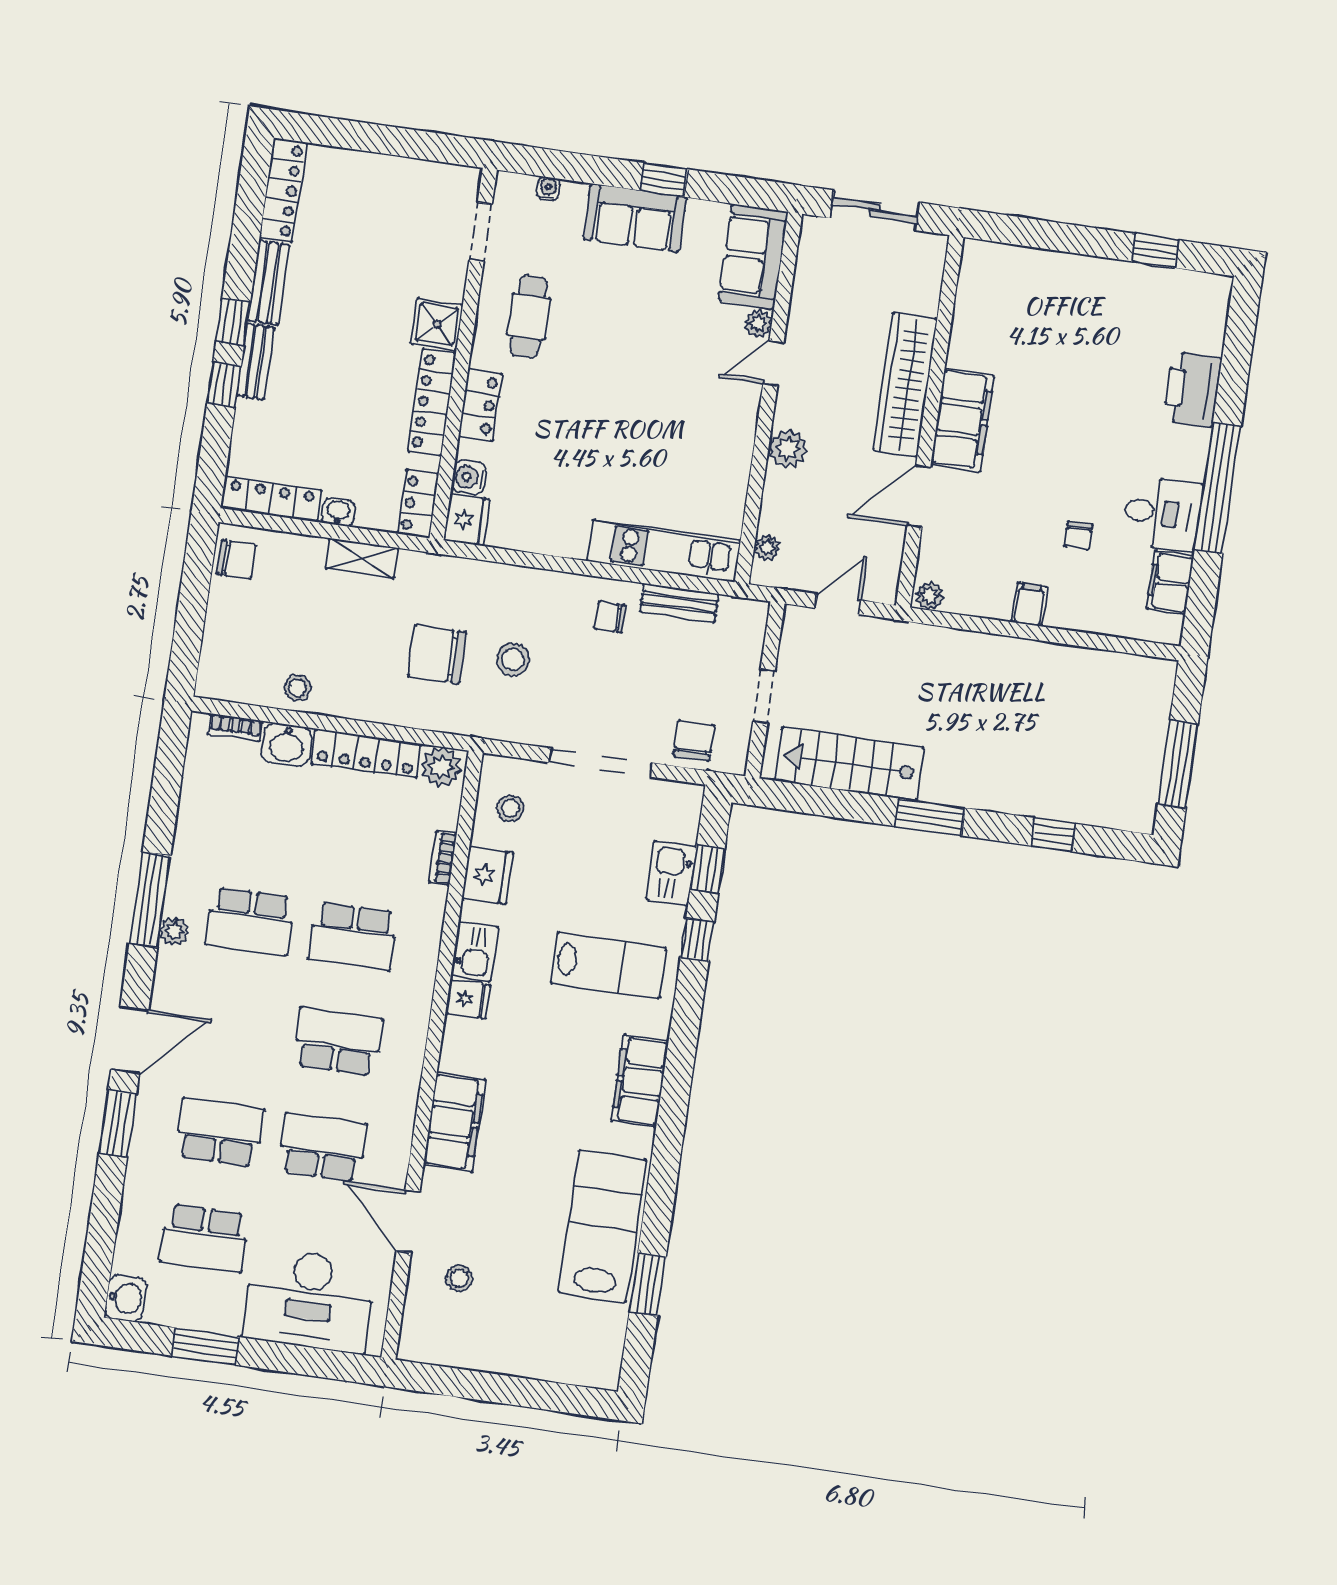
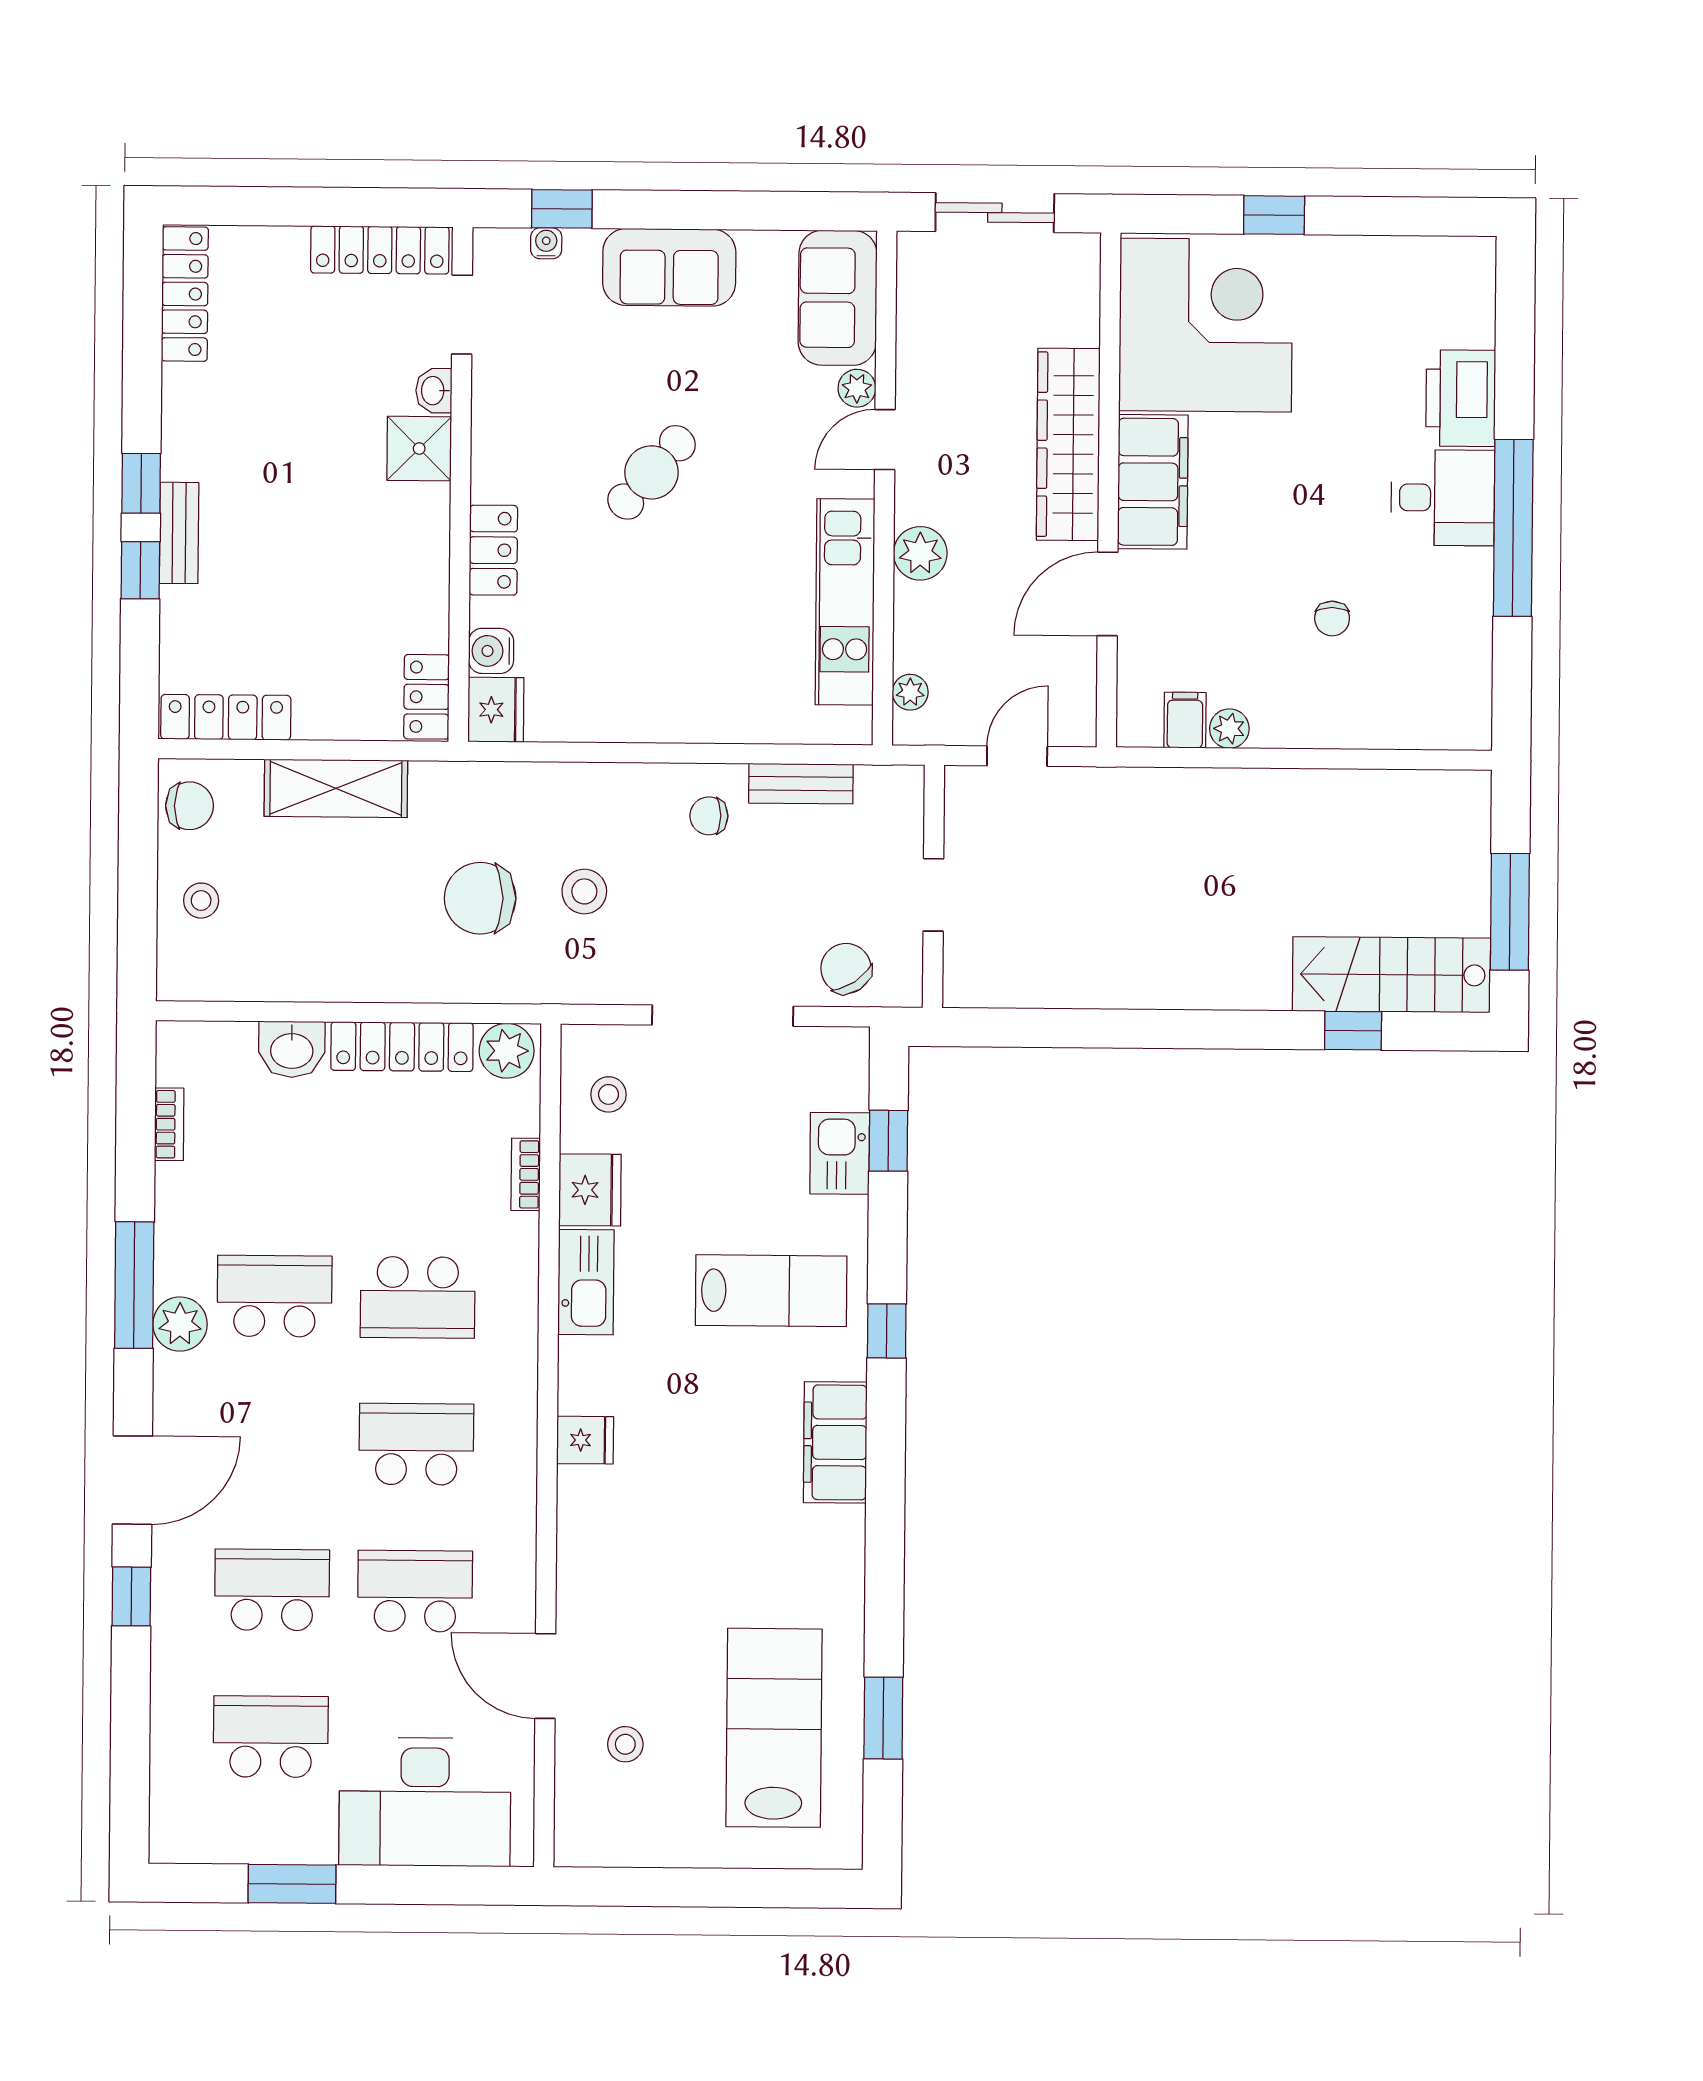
window: (664, 180) -> (562, 209), moved
window: (1155, 251) -> (1274, 215), moved
bench: (268, 283) -> (182, 423), removed
corner desk: (1016, 312) -> (1206, 325), added
cafe table: (529, 317) -> (652, 472), moved, turned 41
locker: (432, 402) -> (380, 250), moved, turned -90
washbasin: (338, 512) -> (434, 391), moved, turned -90
desk: (1162, 513) -> (1443, 498), moved
kitchen unit: (664, 551) -> (845, 602), moved, turned -90
shelving: (362, 558) -> (336, 788), width x1.50, depth x1.33
filing cabinet: (1170, 582) -> (1466, 665), removed
plant: (929, 596) -> (1229, 729), moved
filing cabinet: (1030, 604) -> (1185, 720), moved
stool: (298, 688) -> (201, 901), moved
bookcase: (235, 728) -> (169, 1124), moved, turned -90
chair: (694, 741) -> (846, 968), turned -34
stairs: (850, 764) -> (1391, 975), moved
window: (930, 817) -> (1182, 1029), removed
school desk: (250, 921) -> (275, 1296), turned 180
plant: (174, 931) -> (180, 1324), width x1.38, depth x1.38
window: (697, 940) -> (887, 1331), moved
kitchen sink: (474, 952) -> (586, 1282), width x1.38
fridge: (468, 999) -> (585, 1440), moved
filing cabinet: (454, 1122) -> (590, 1533), removed
window: (118, 1124) -> (131, 1596), width x0.67
lab bench: (603, 1226) -> (774, 1728), moved
school desk: (204, 1238) -> (271, 1737), turned 180
washbasin: (126, 1298) -> (175, 1833), removed

